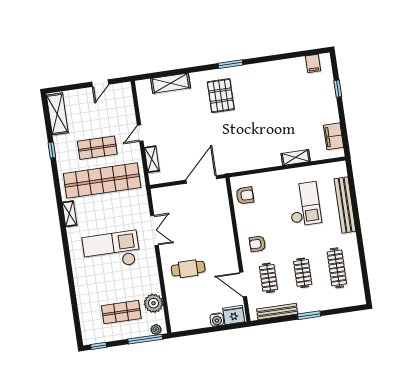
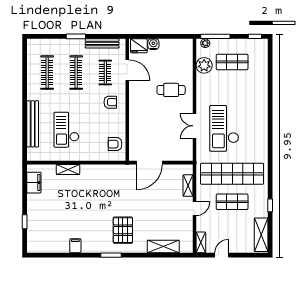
filing cabinet: (313, 63) -> (75, 246), moved
shelving: (69, 214) -> (201, 242), moved
checkout: (111, 250) -> (224, 128), moved, turned 90
clothes rail: (303, 273) -> (76, 73), width x1.36

